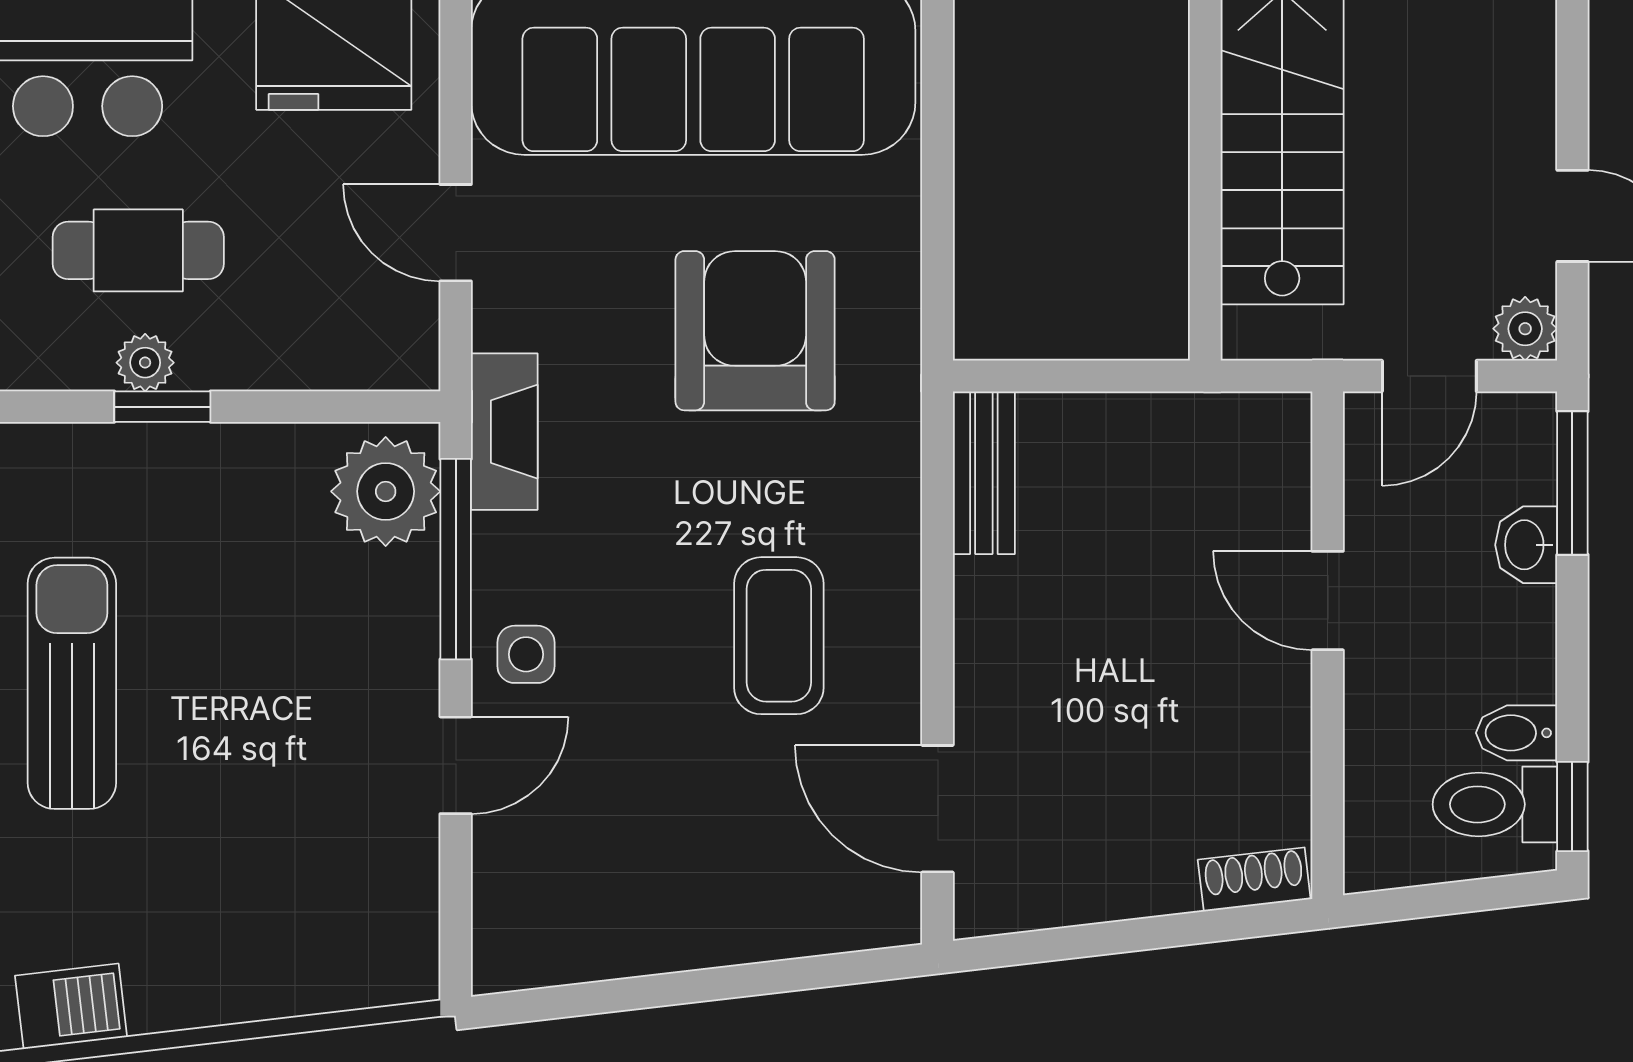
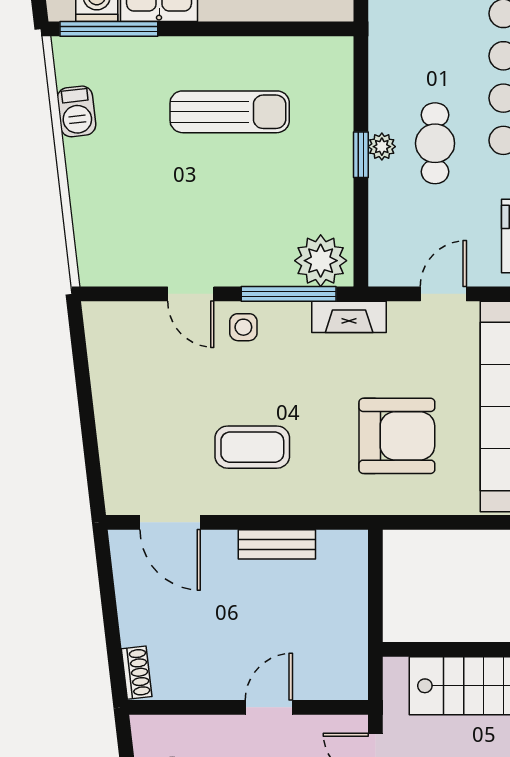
bench: (984, 473) -> (277, 544), moved
door: (938, 809) -> (170, 522), swing flipped

